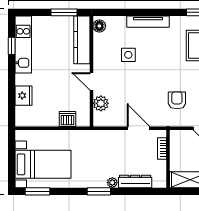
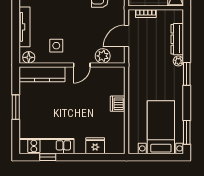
floor lamp: (99, 26) -> (29, 57), moved
kitchen counter: (82, 40) -> (42, 74), moved
wall: (91, 71) -> (72, 65), moved
door: (91, 81) -> (82, 65), moved
plant: (101, 103) -> (103, 56), moved

